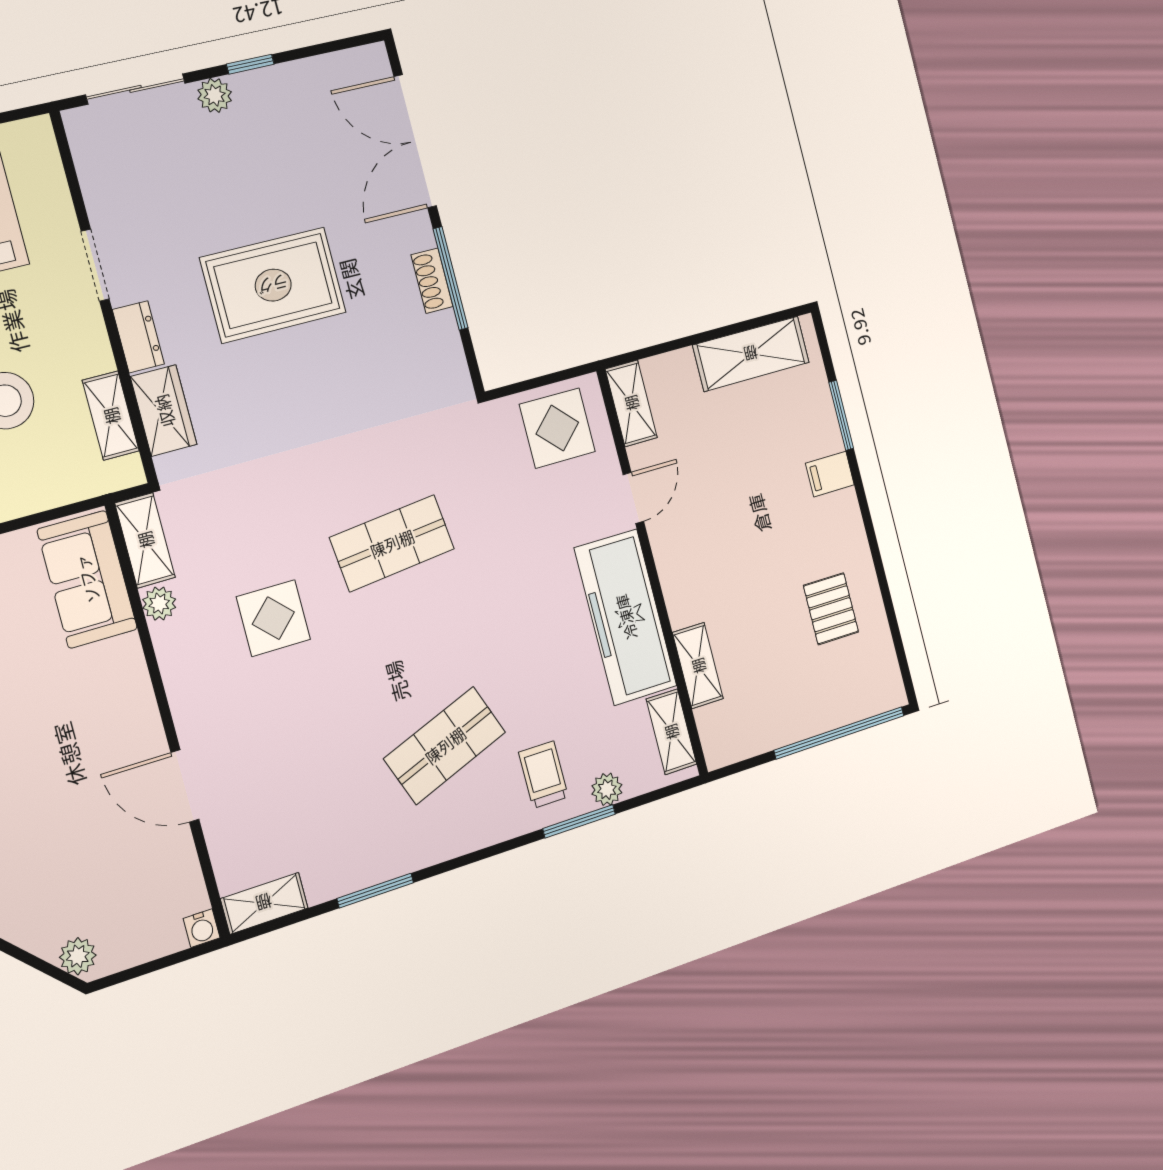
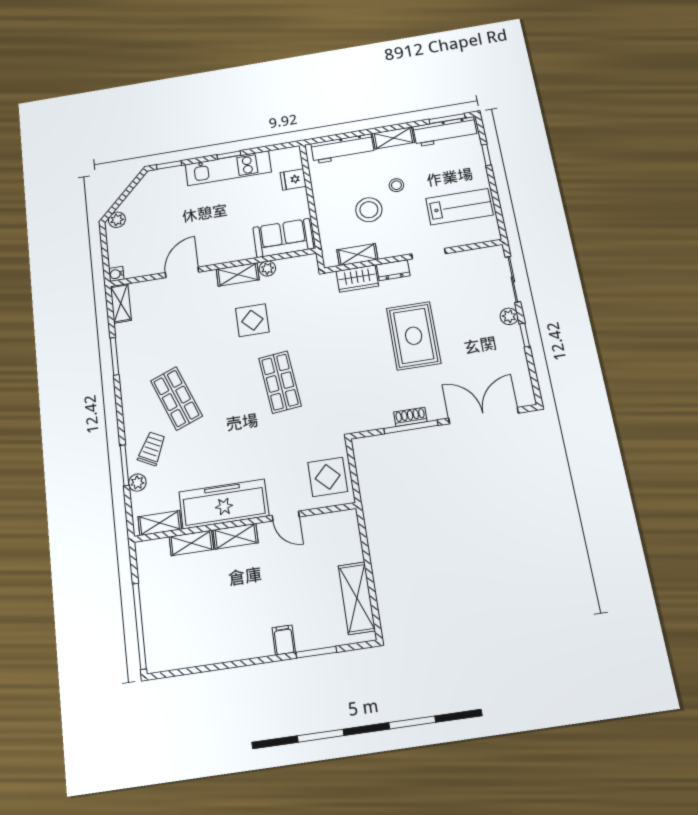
shelving: (631, 403) -> (236, 536), moved
shelving: (145, 540) -> (238, 274), moved
pallet: (831, 609) -> (208, 630), removed
trolley: (543, 775) -> (152, 449), turned -63

